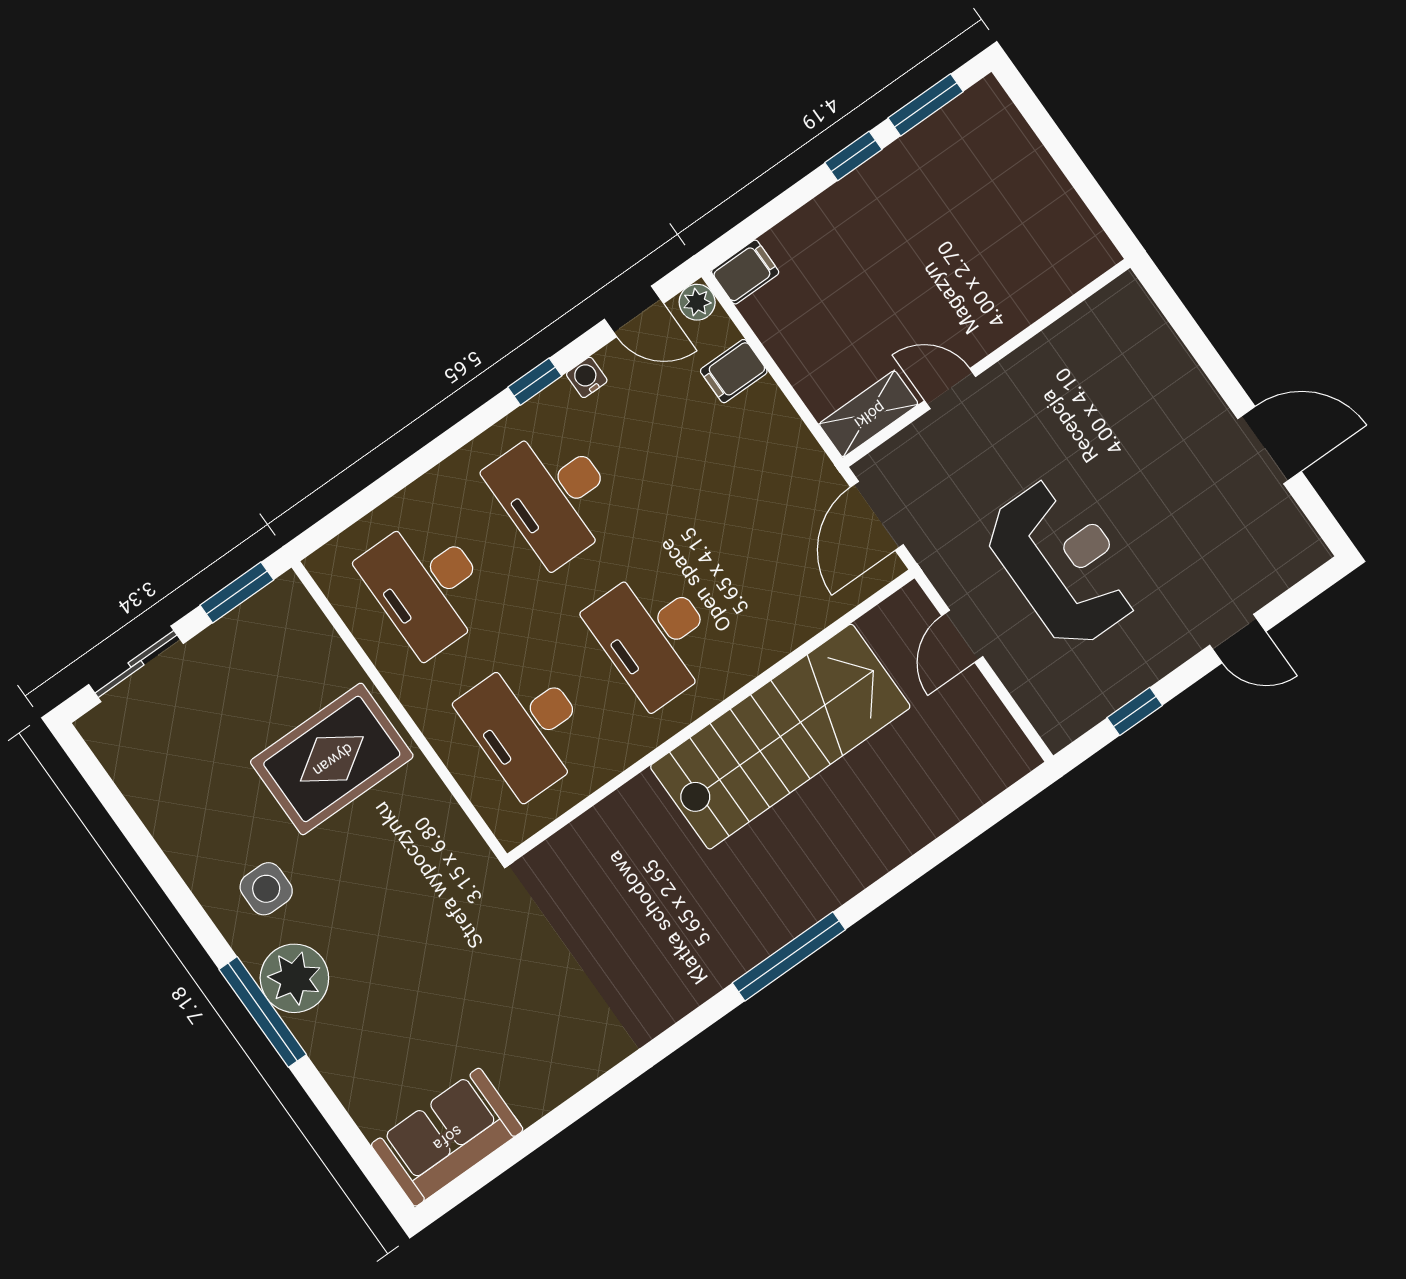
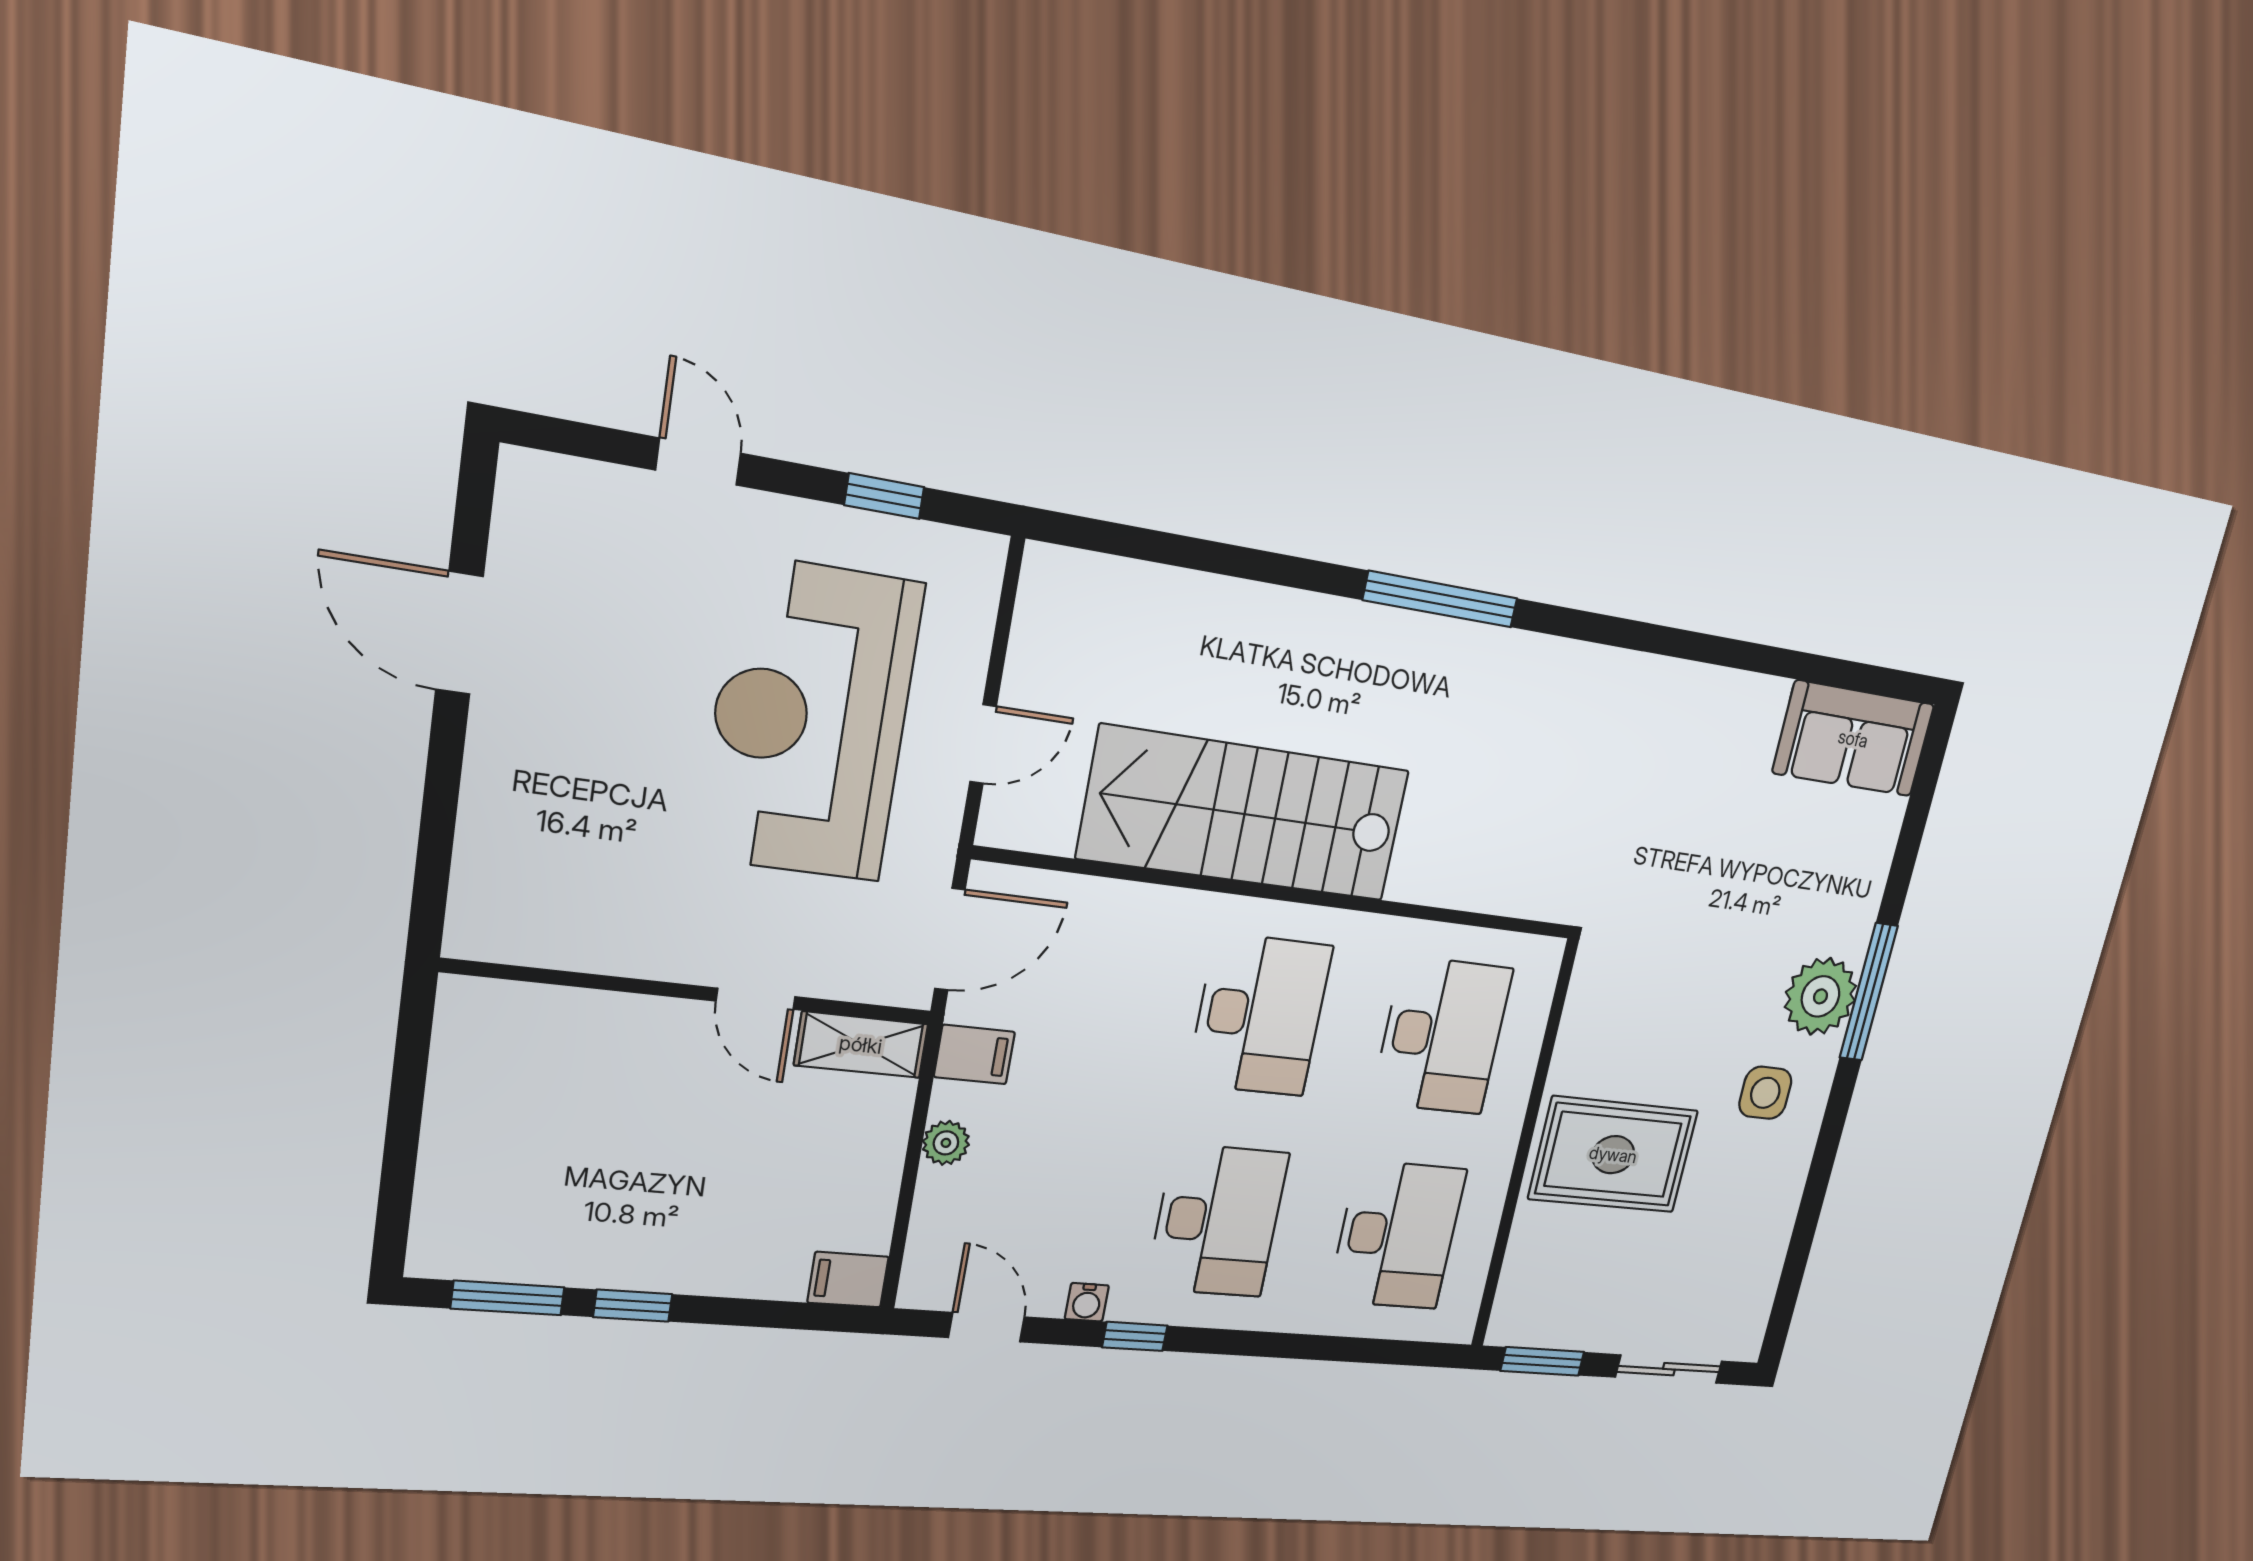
plant: (697, 302) -> (946, 1143), moved
filing cabinet: (734, 371) -> (974, 1054), moved
reception desk: (1063, 563) -> (810, 721), width x1.36, depth x1.30

